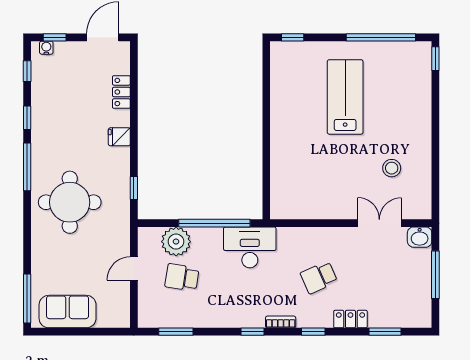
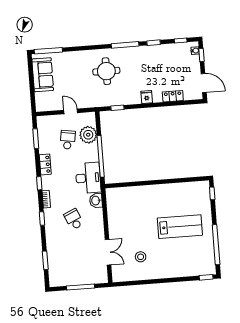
round table: (70, 202) -> (106, 71), width x0.73, depth x0.73
washbasin: (420, 237) -> (96, 201), moved
locker: (350, 319) -> (45, 164), moved

